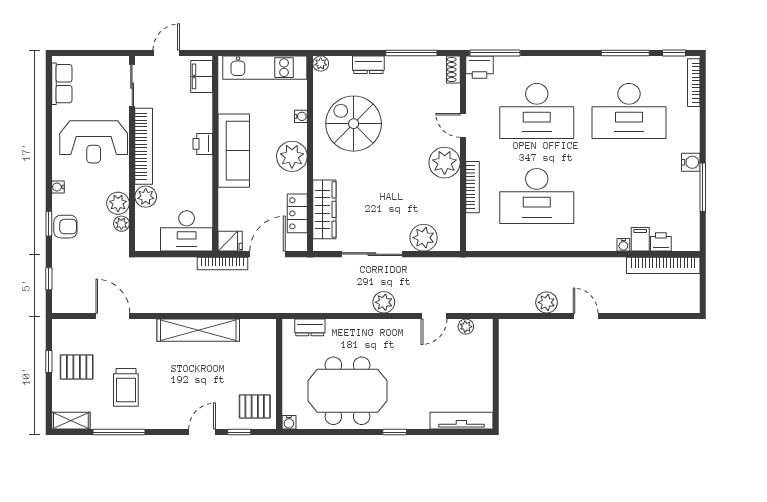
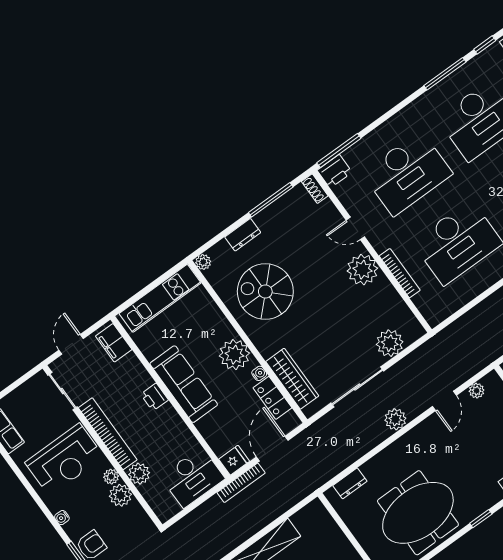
water cooler: (301, 116) -> (259, 373), moved
plant: (121, 224) -> (111, 477), moved

